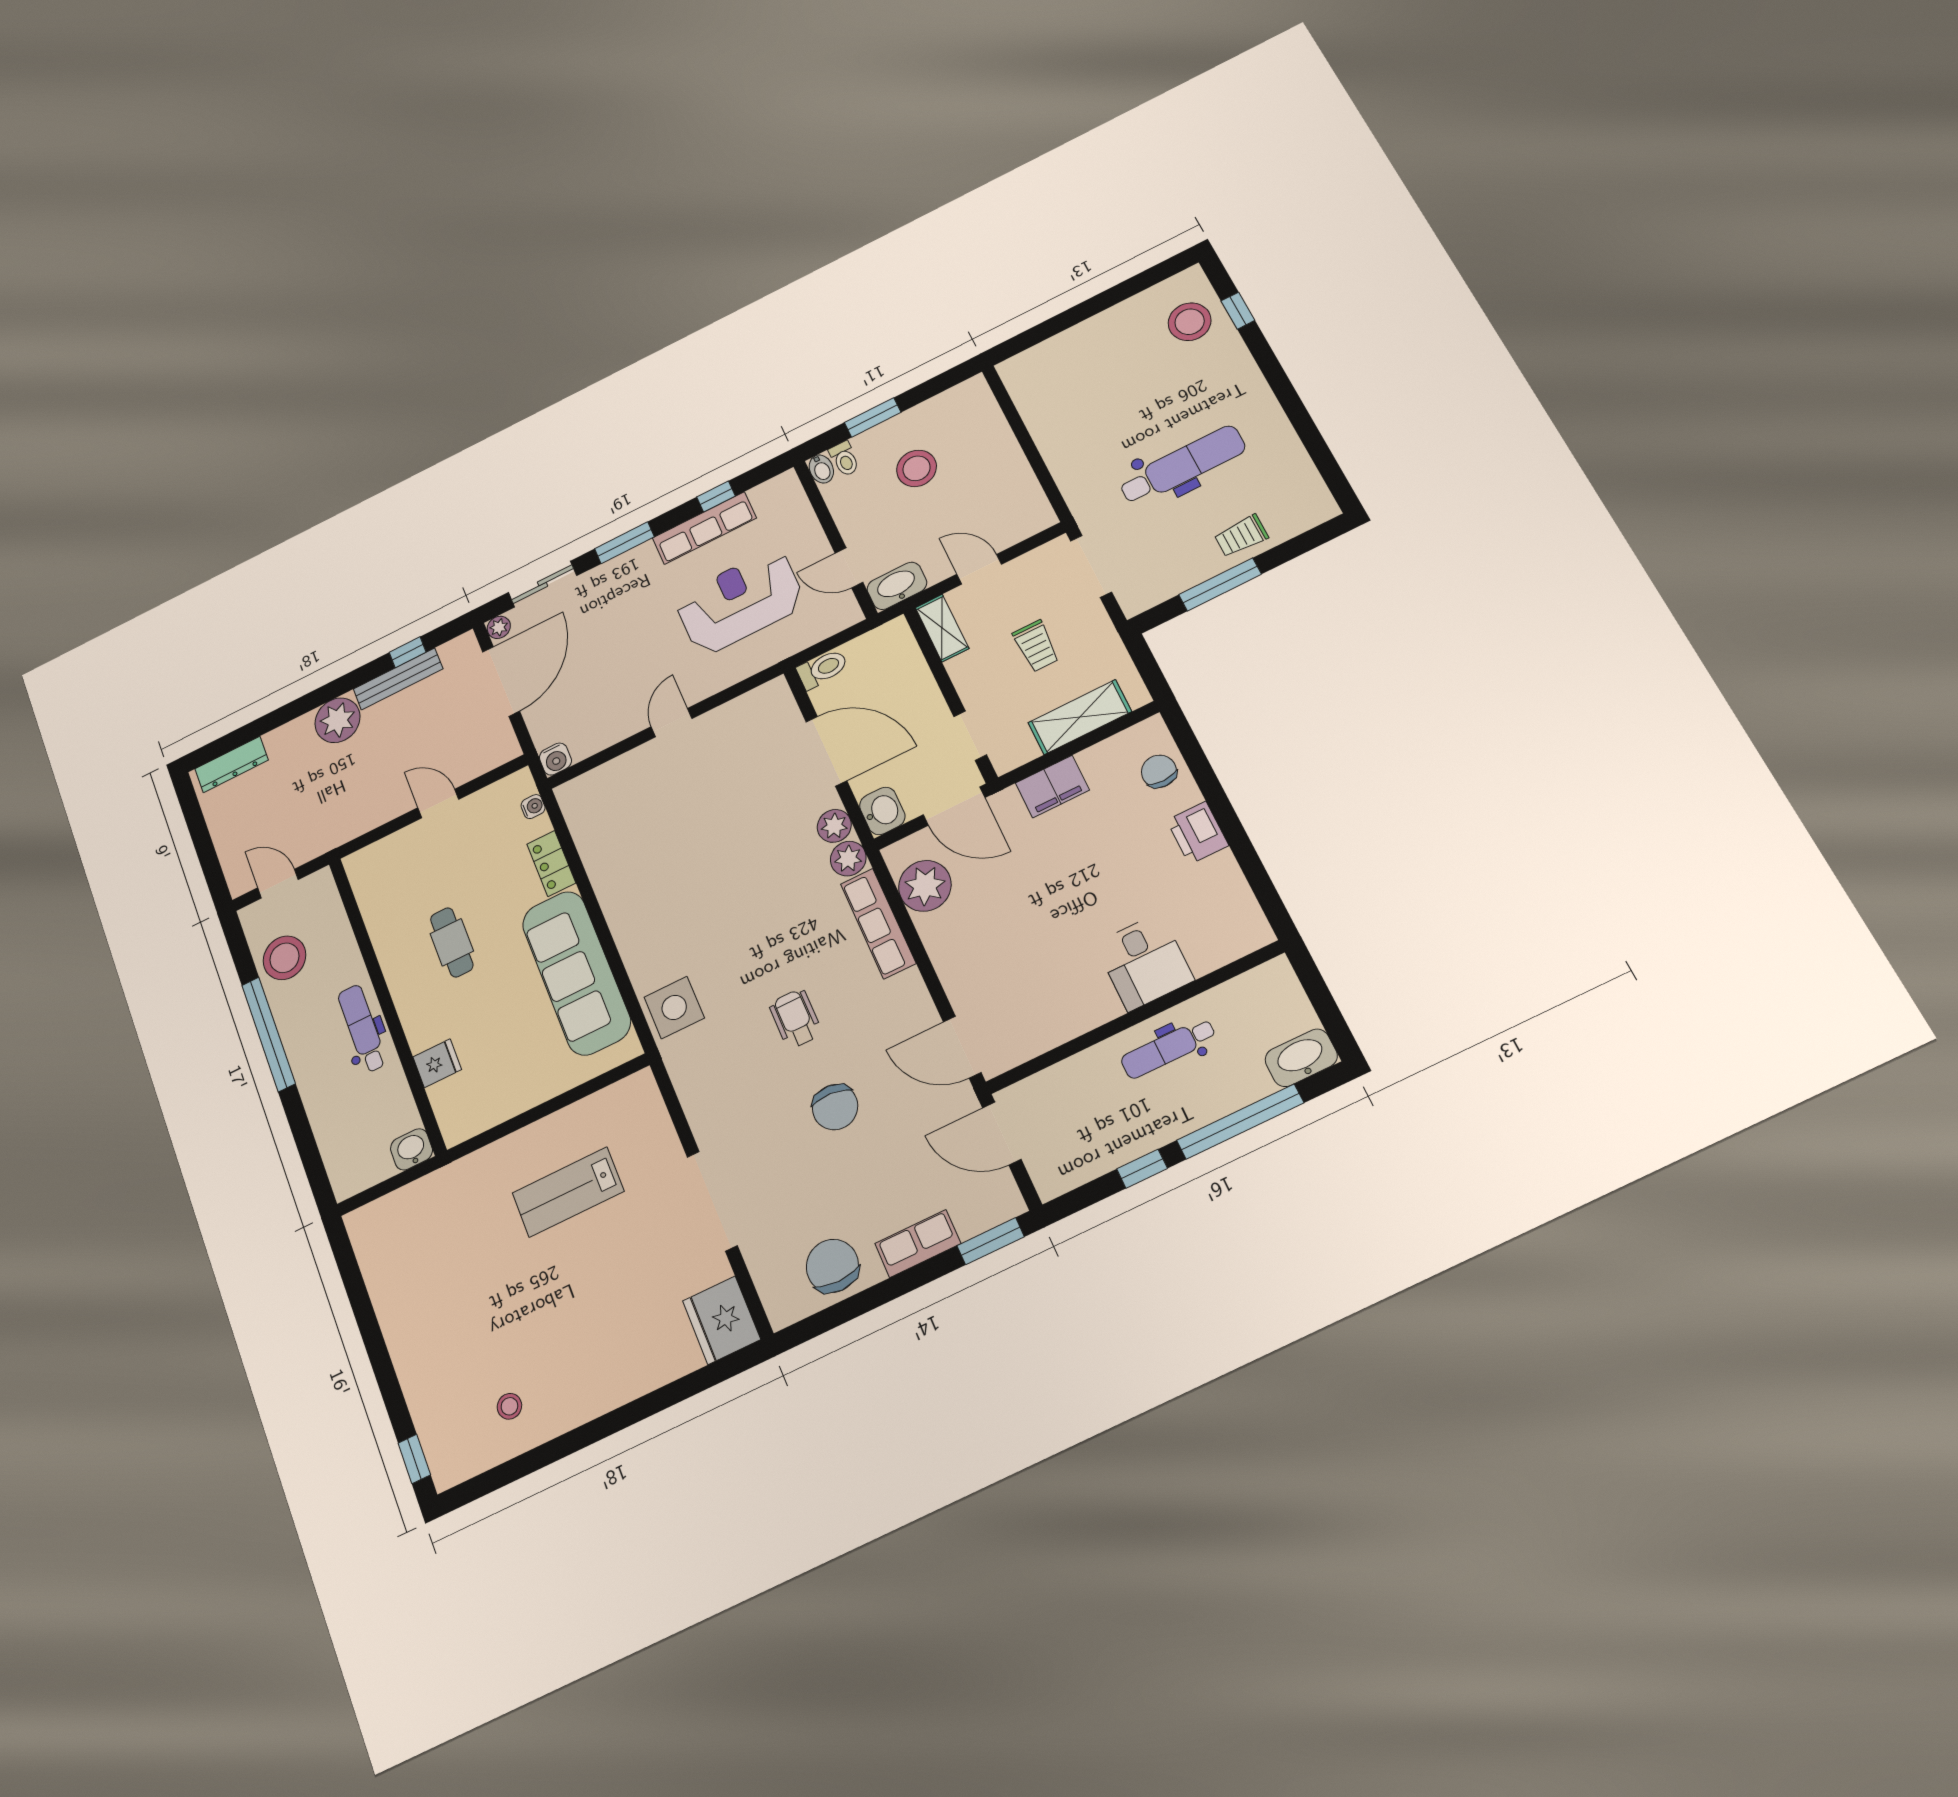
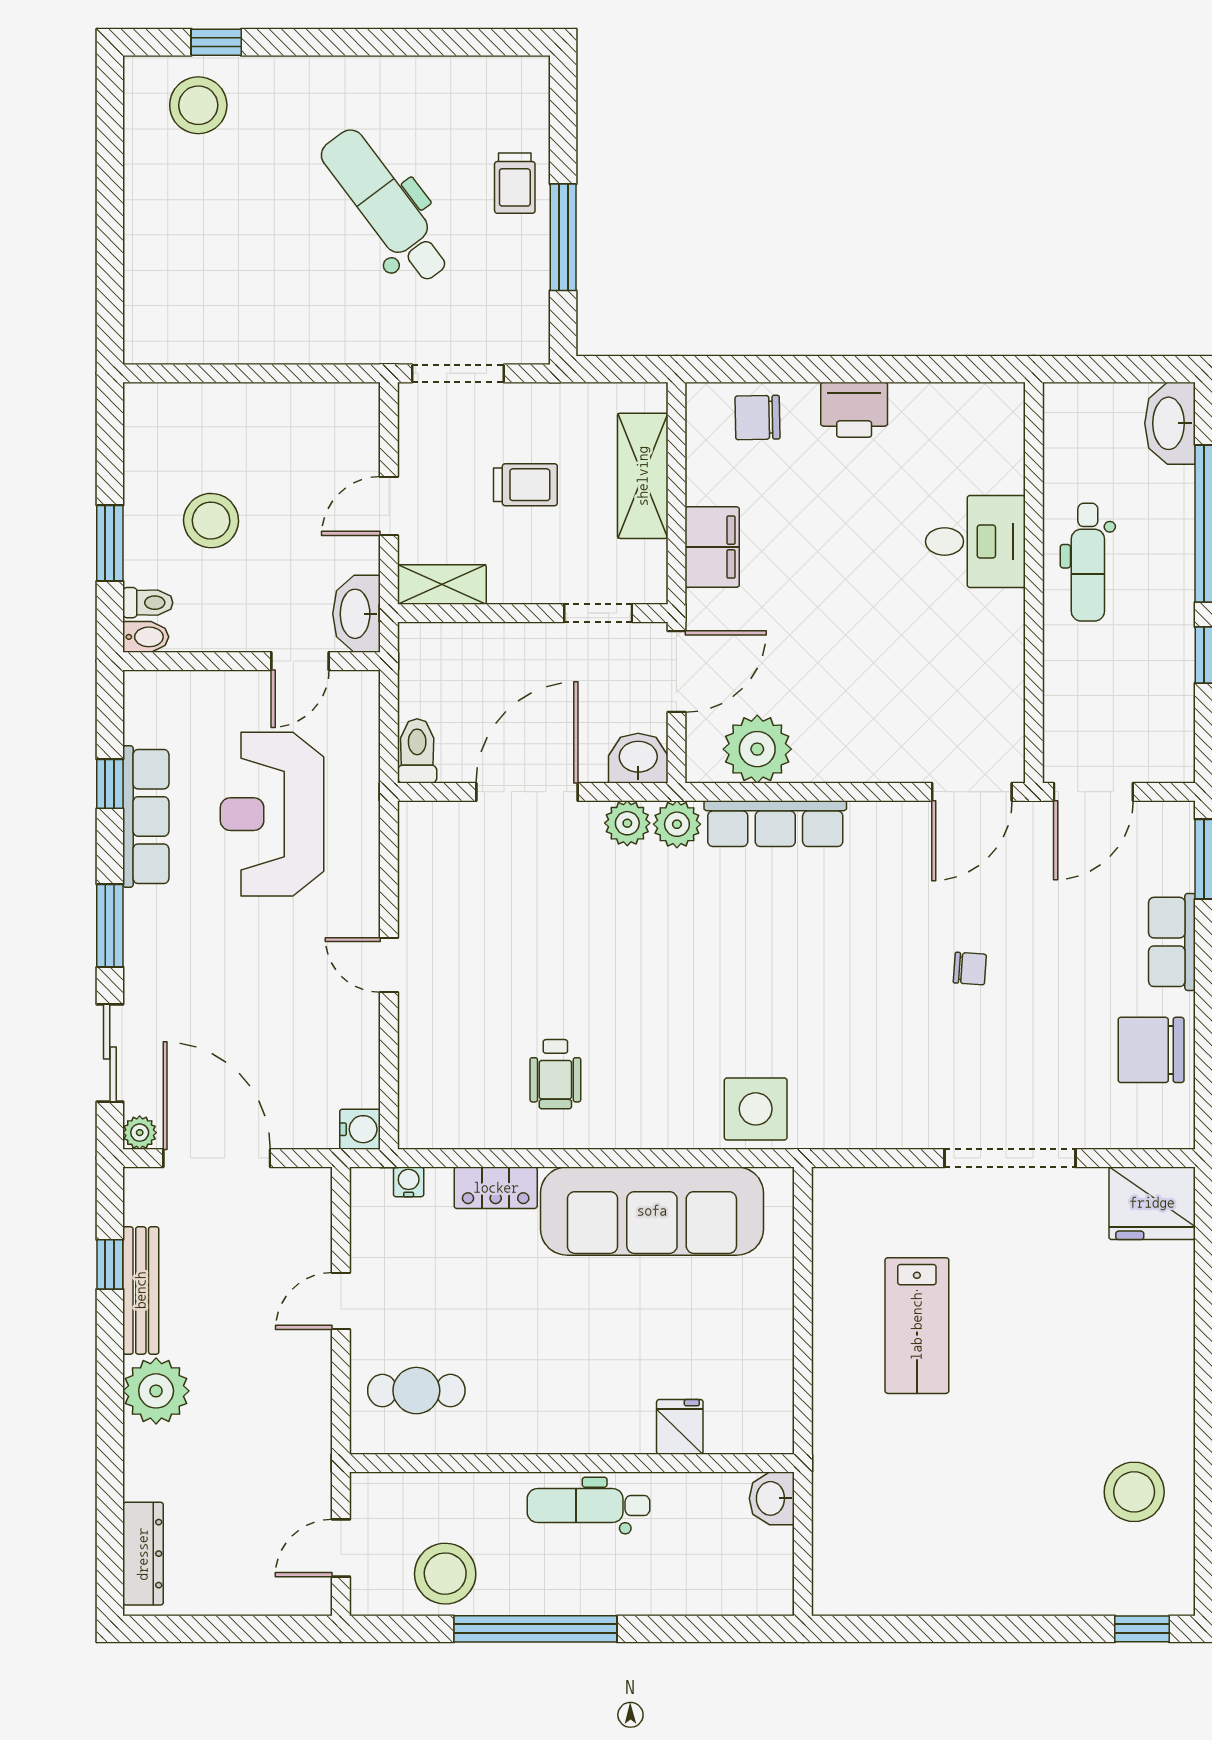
dental chair: (1182, 465) -> (386, 206), turned -37
cafe table: (452, 942) -> (416, 1391), moved
wheelchair: (795, 1019) -> (555, 1074), moved, turned -90
chair: (835, 1107) -> (970, 969), width x0.54, depth x0.54
stool: (509, 1406) -> (1134, 1492), width x1.89, depth x1.89

